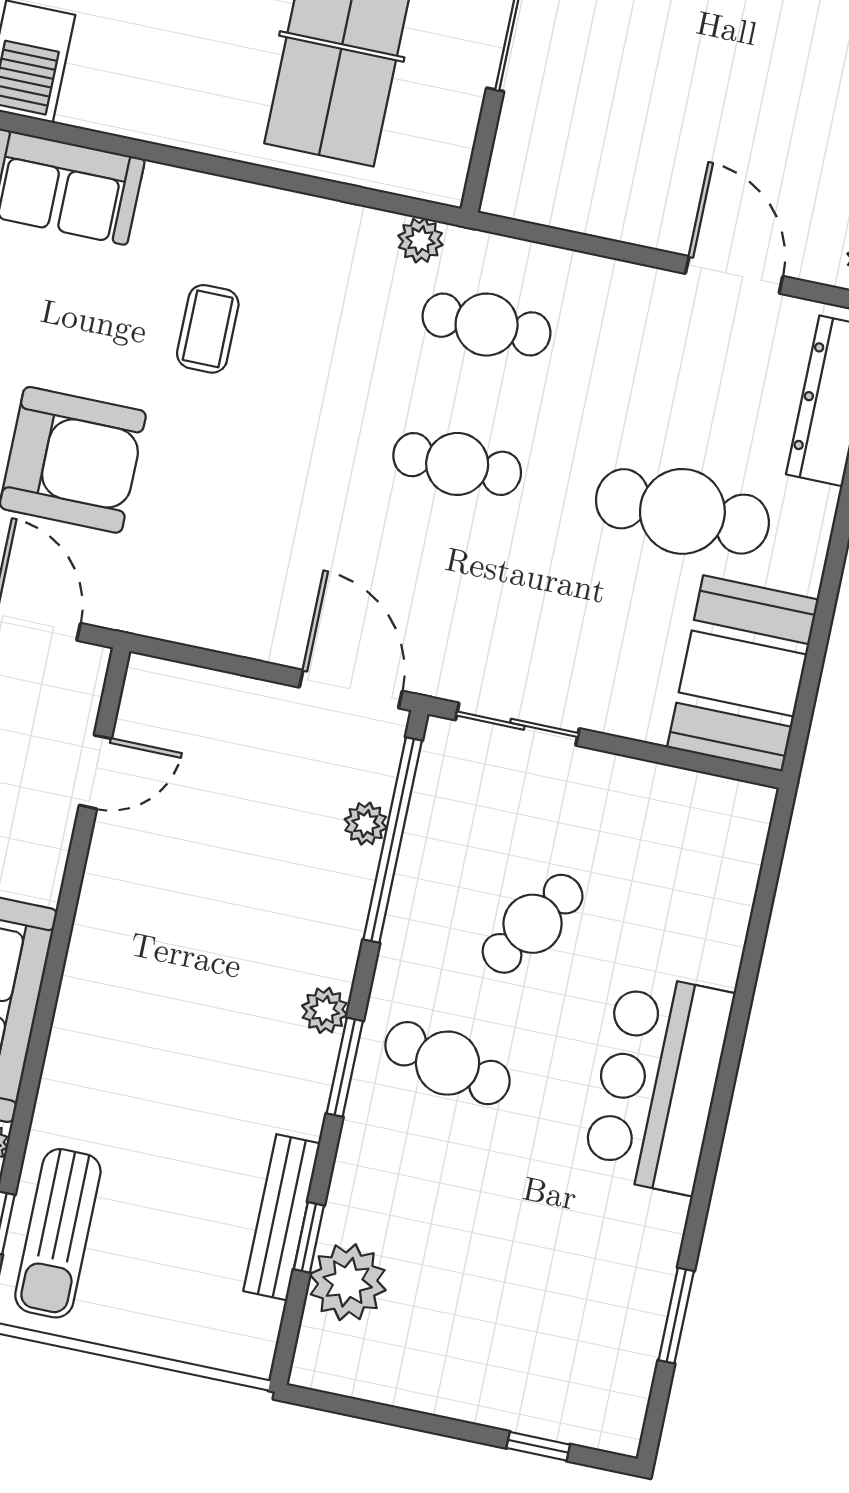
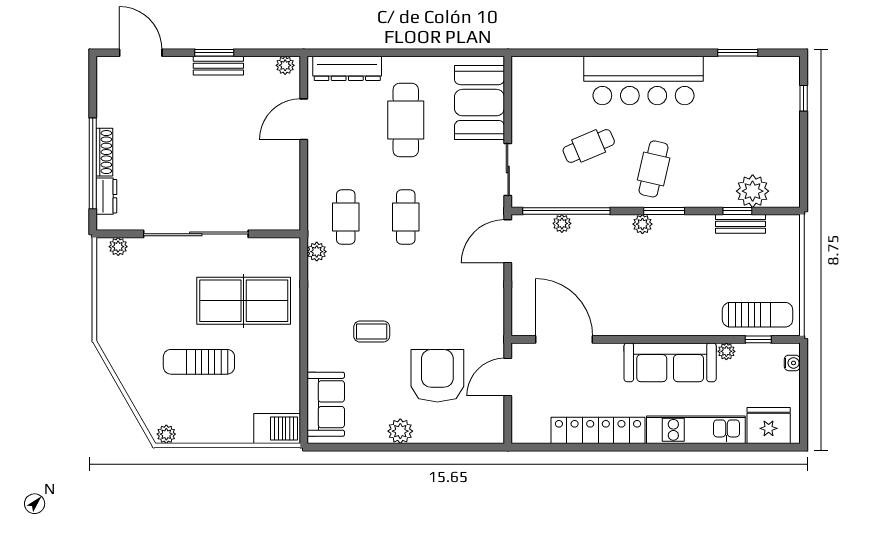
booth: (743, 673) -> (479, 103), moved, turned 90
door: (95, 772) -> (564, 339), width x1.88
cafe table: (533, 924) -> (589, 146), turned -57
bar counter: (658, 1083) -> (644, 80), width x1.36
bench: (282, 1217) -> (740, 224), width x0.73

